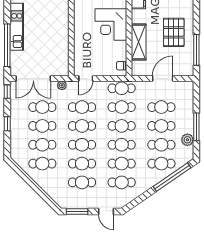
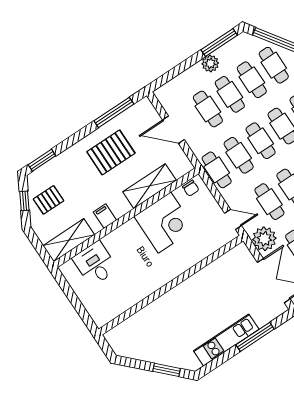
corner desk: (111, 24) -> (165, 223), moved
window: (7, 45) -> (255, 337), width x0.68
plant: (62, 85) -> (264, 239), width x1.88, depth x1.88
window: (196, 127) -> (219, 42), moved
plant: (187, 140) -> (210, 63), moved

